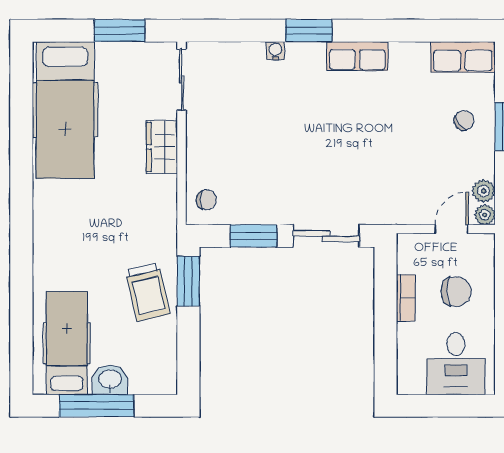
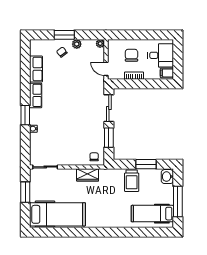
row of seats: (463, 57) -> (36, 69), moved
wardrobe: (162, 147) -> (88, 175), moved
plant: (484, 191) -> (77, 44), moved
door: (452, 229) -> (106, 69), moved
window: (188, 281) -> (146, 164), moved
trolley: (148, 292) -> (132, 181), turned 103
filing cabinet: (413, 379) -> (167, 73), added
washbasin: (110, 380) -> (167, 177), moved

